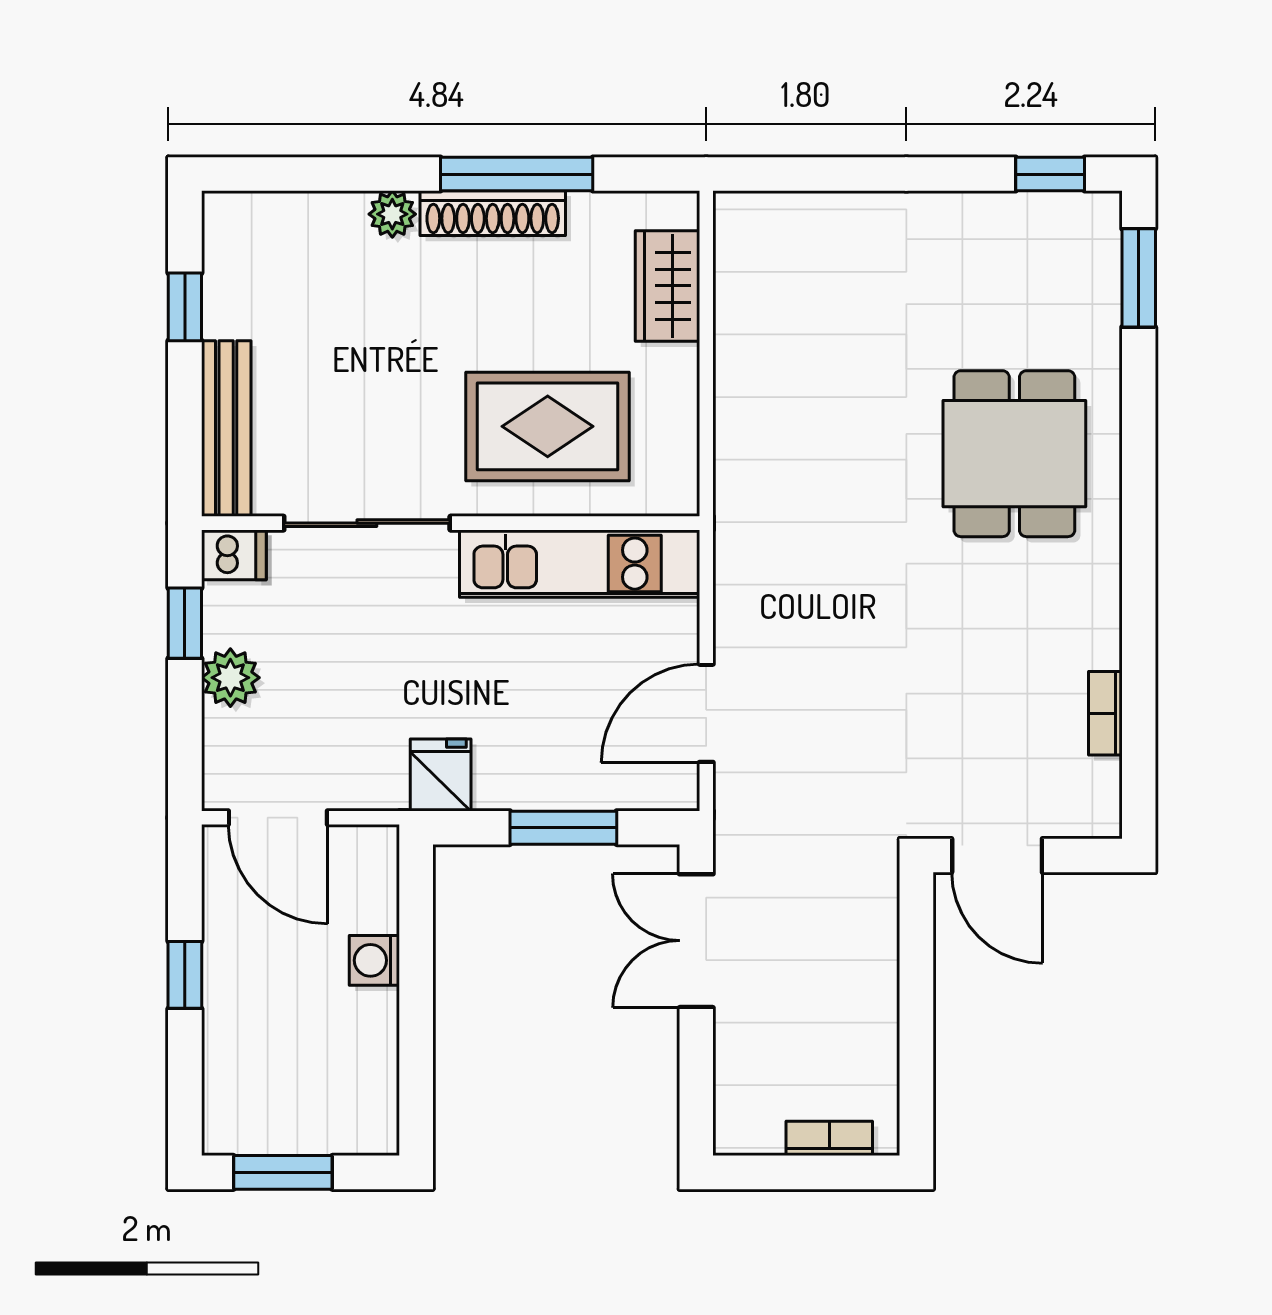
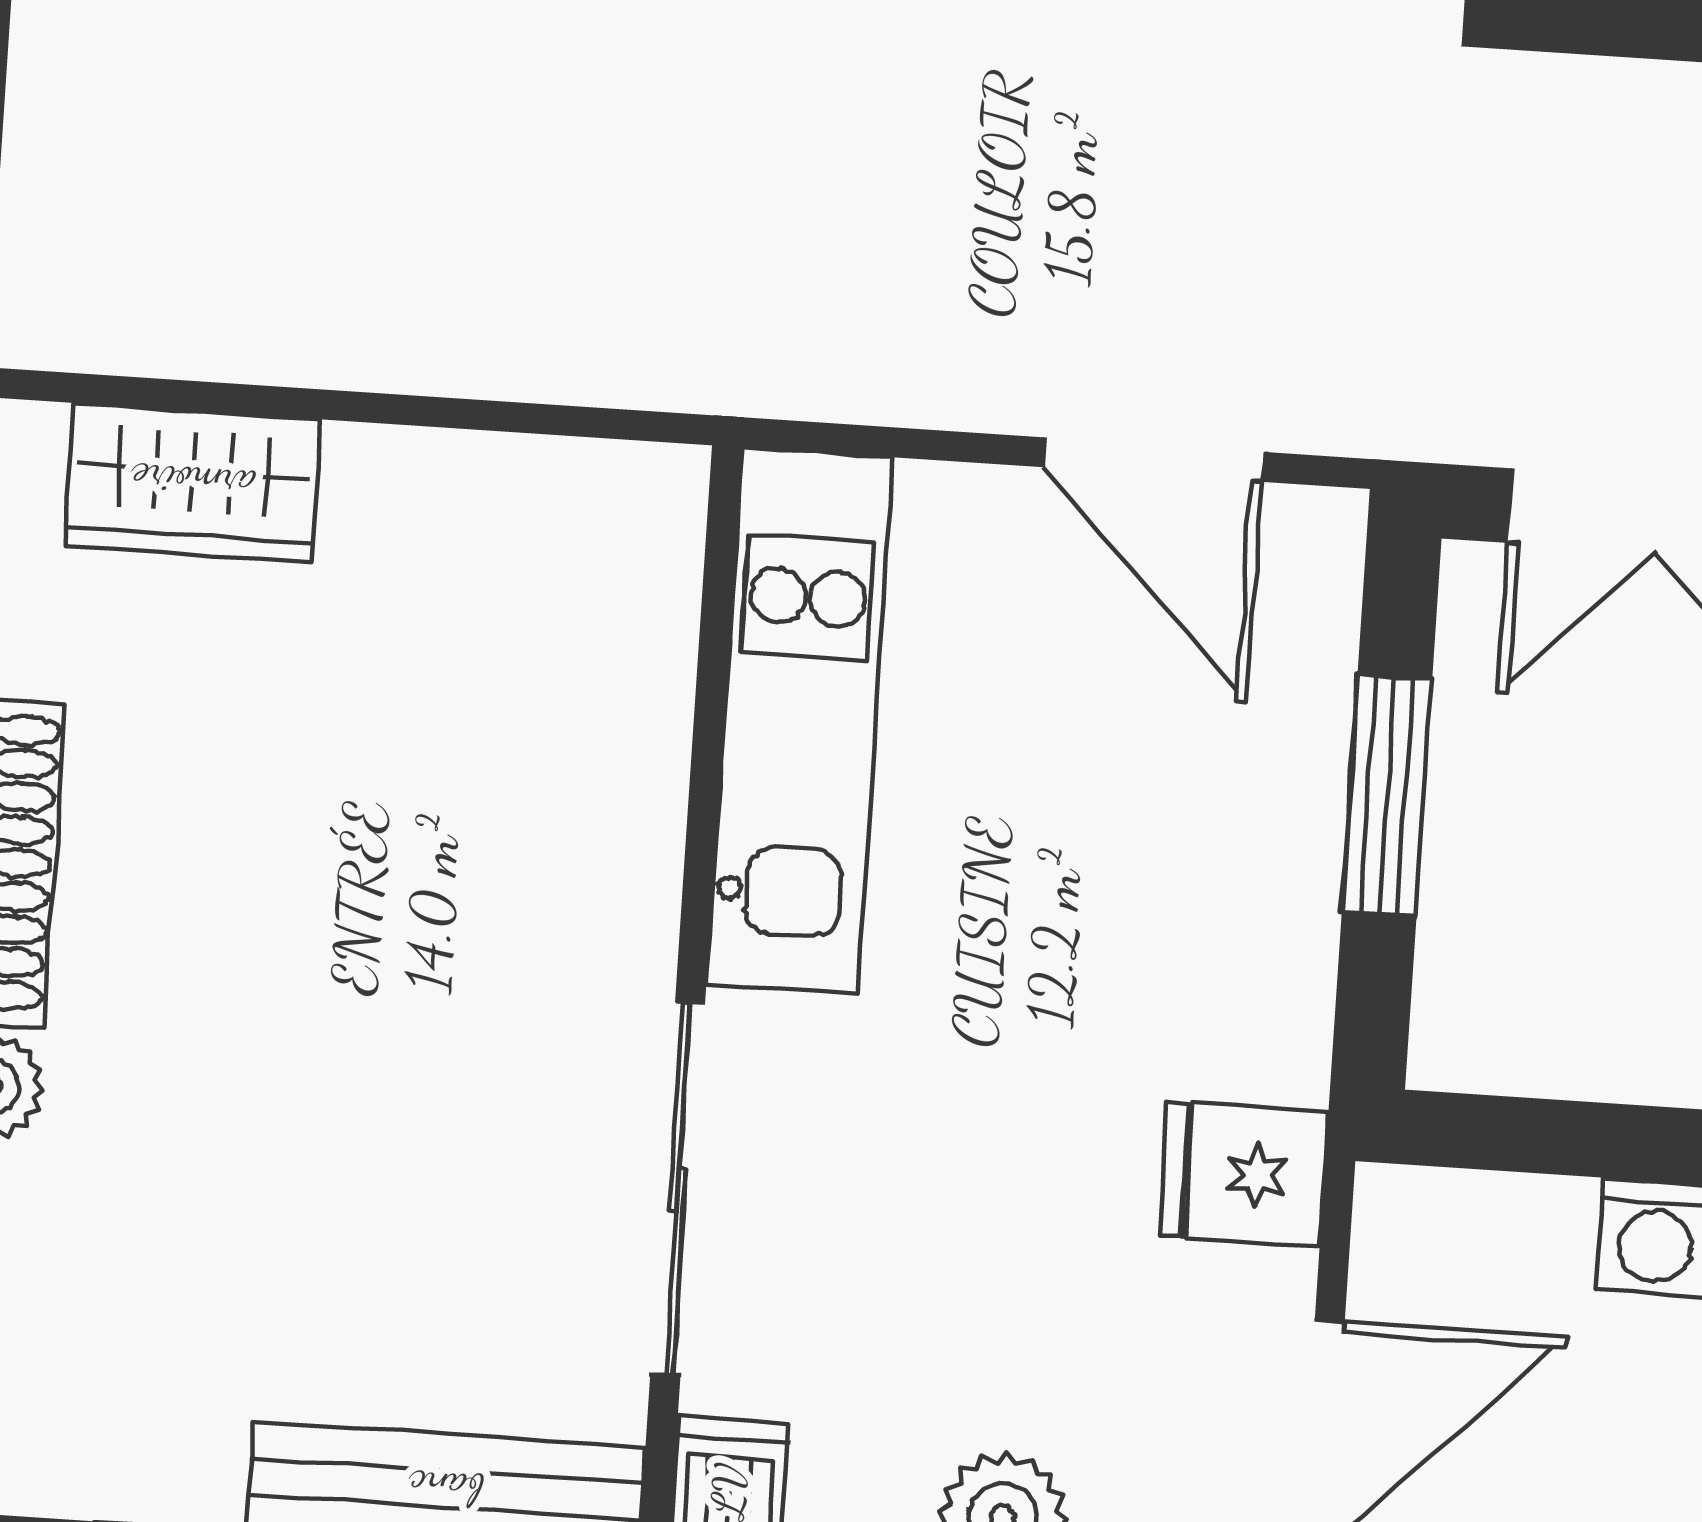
rug: (548, 426) -> (489, 771), removed
fridge: (441, 775) -> (1244, 1174), moved

